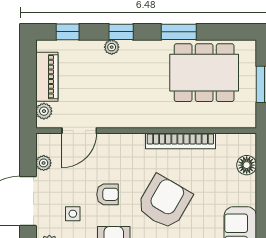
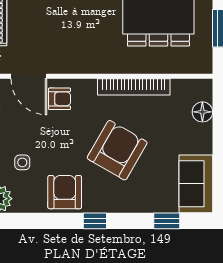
door: (79, 131) -> (29, 76), hinge flipped
armchair: (108, 194) -> (60, 99), moved

